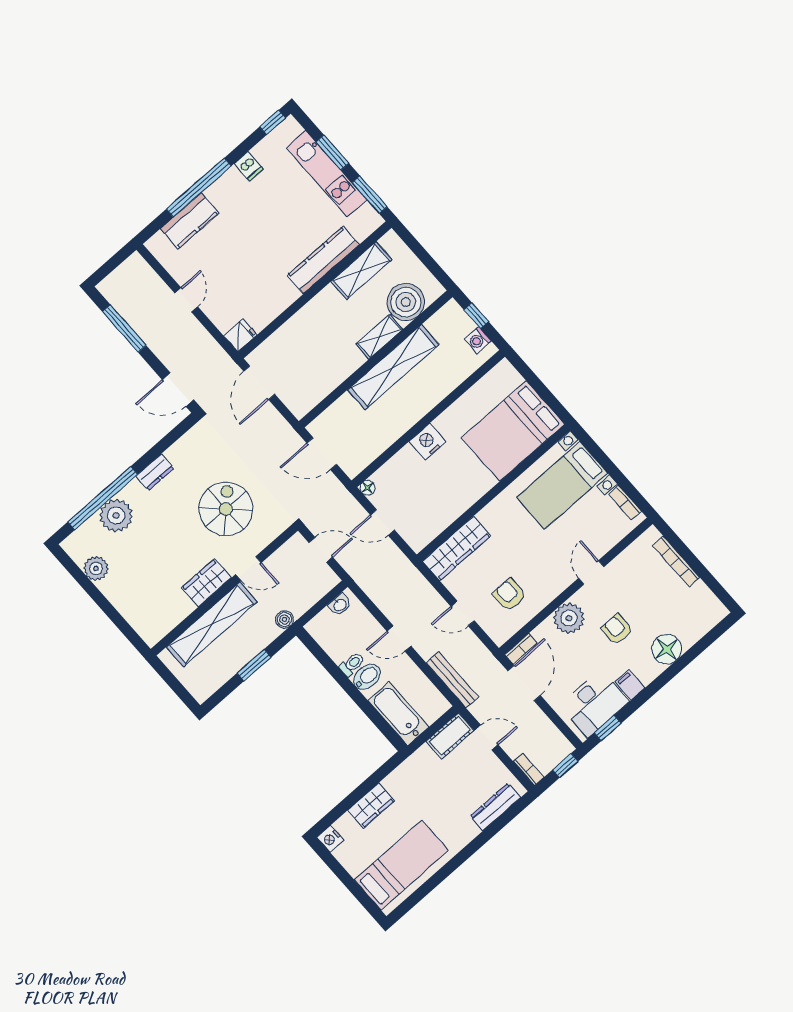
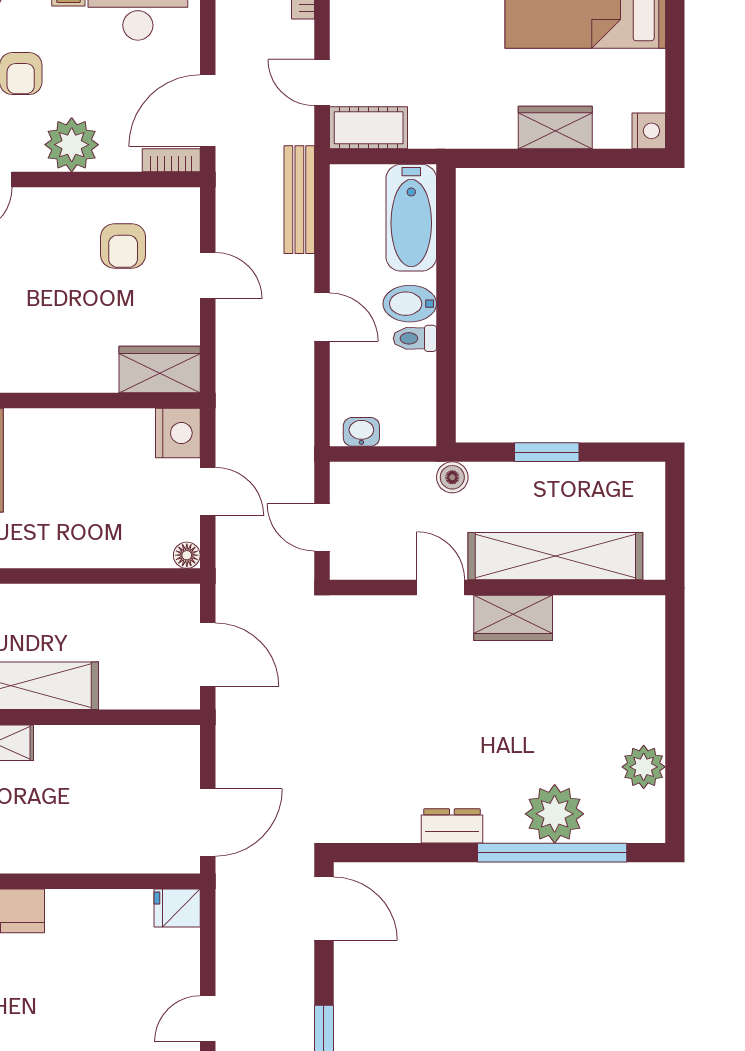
nightstand: (428, 442) -> (178, 433), moved, turned -90
spiral stairs: (226, 509) -> (401, 694), removed
wardrobe: (457, 549) -> (160, 370), width x0.67

